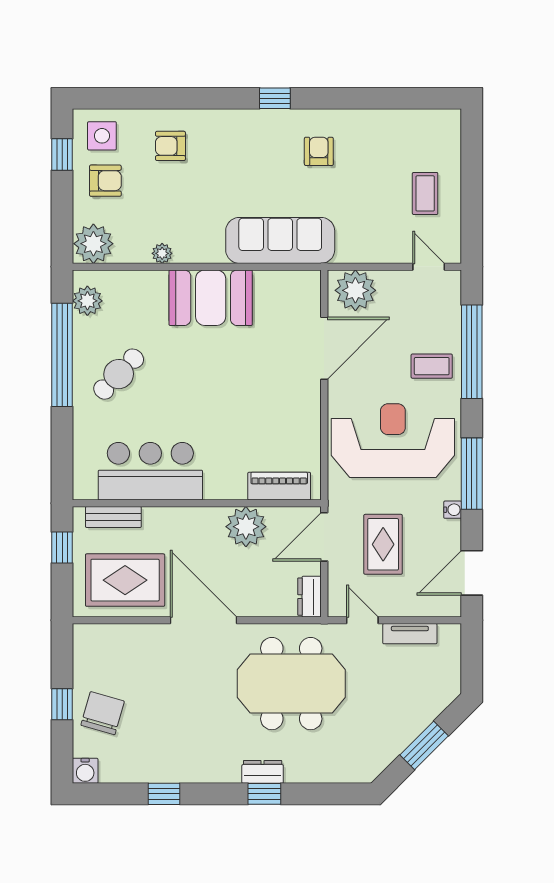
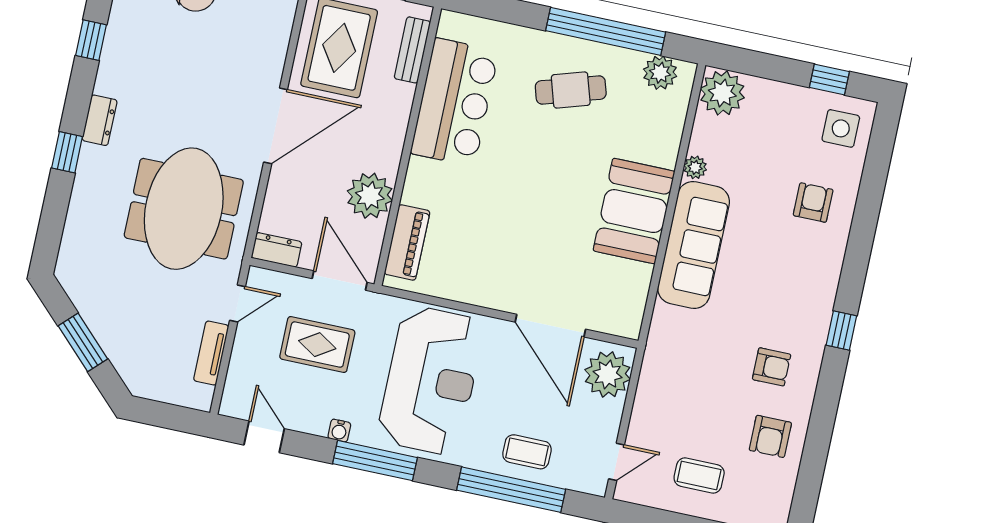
armchair: (105, 181) -> (770, 436), moved
sofa: (280, 240) -> (694, 245), moved
coffee table: (432, 366) -> (527, 452), moved, turned 90
cafe table: (119, 374) -> (571, 90), turned -61
door: (472, 573) -> (264, 437), width x0.73
dresser: (263, 772) -> (100, 120), moved

